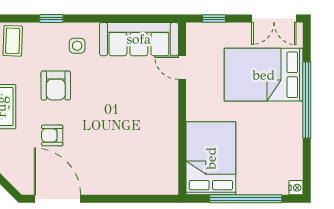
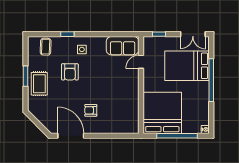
sofa: (139, 39) -> (123, 46), width x0.73
door: (182, 68) -> (141, 62), hinge flipped
armchair: (52, 135) -> (91, 110), moved
bed: (211, 158) -> (162, 113), width x1.36

